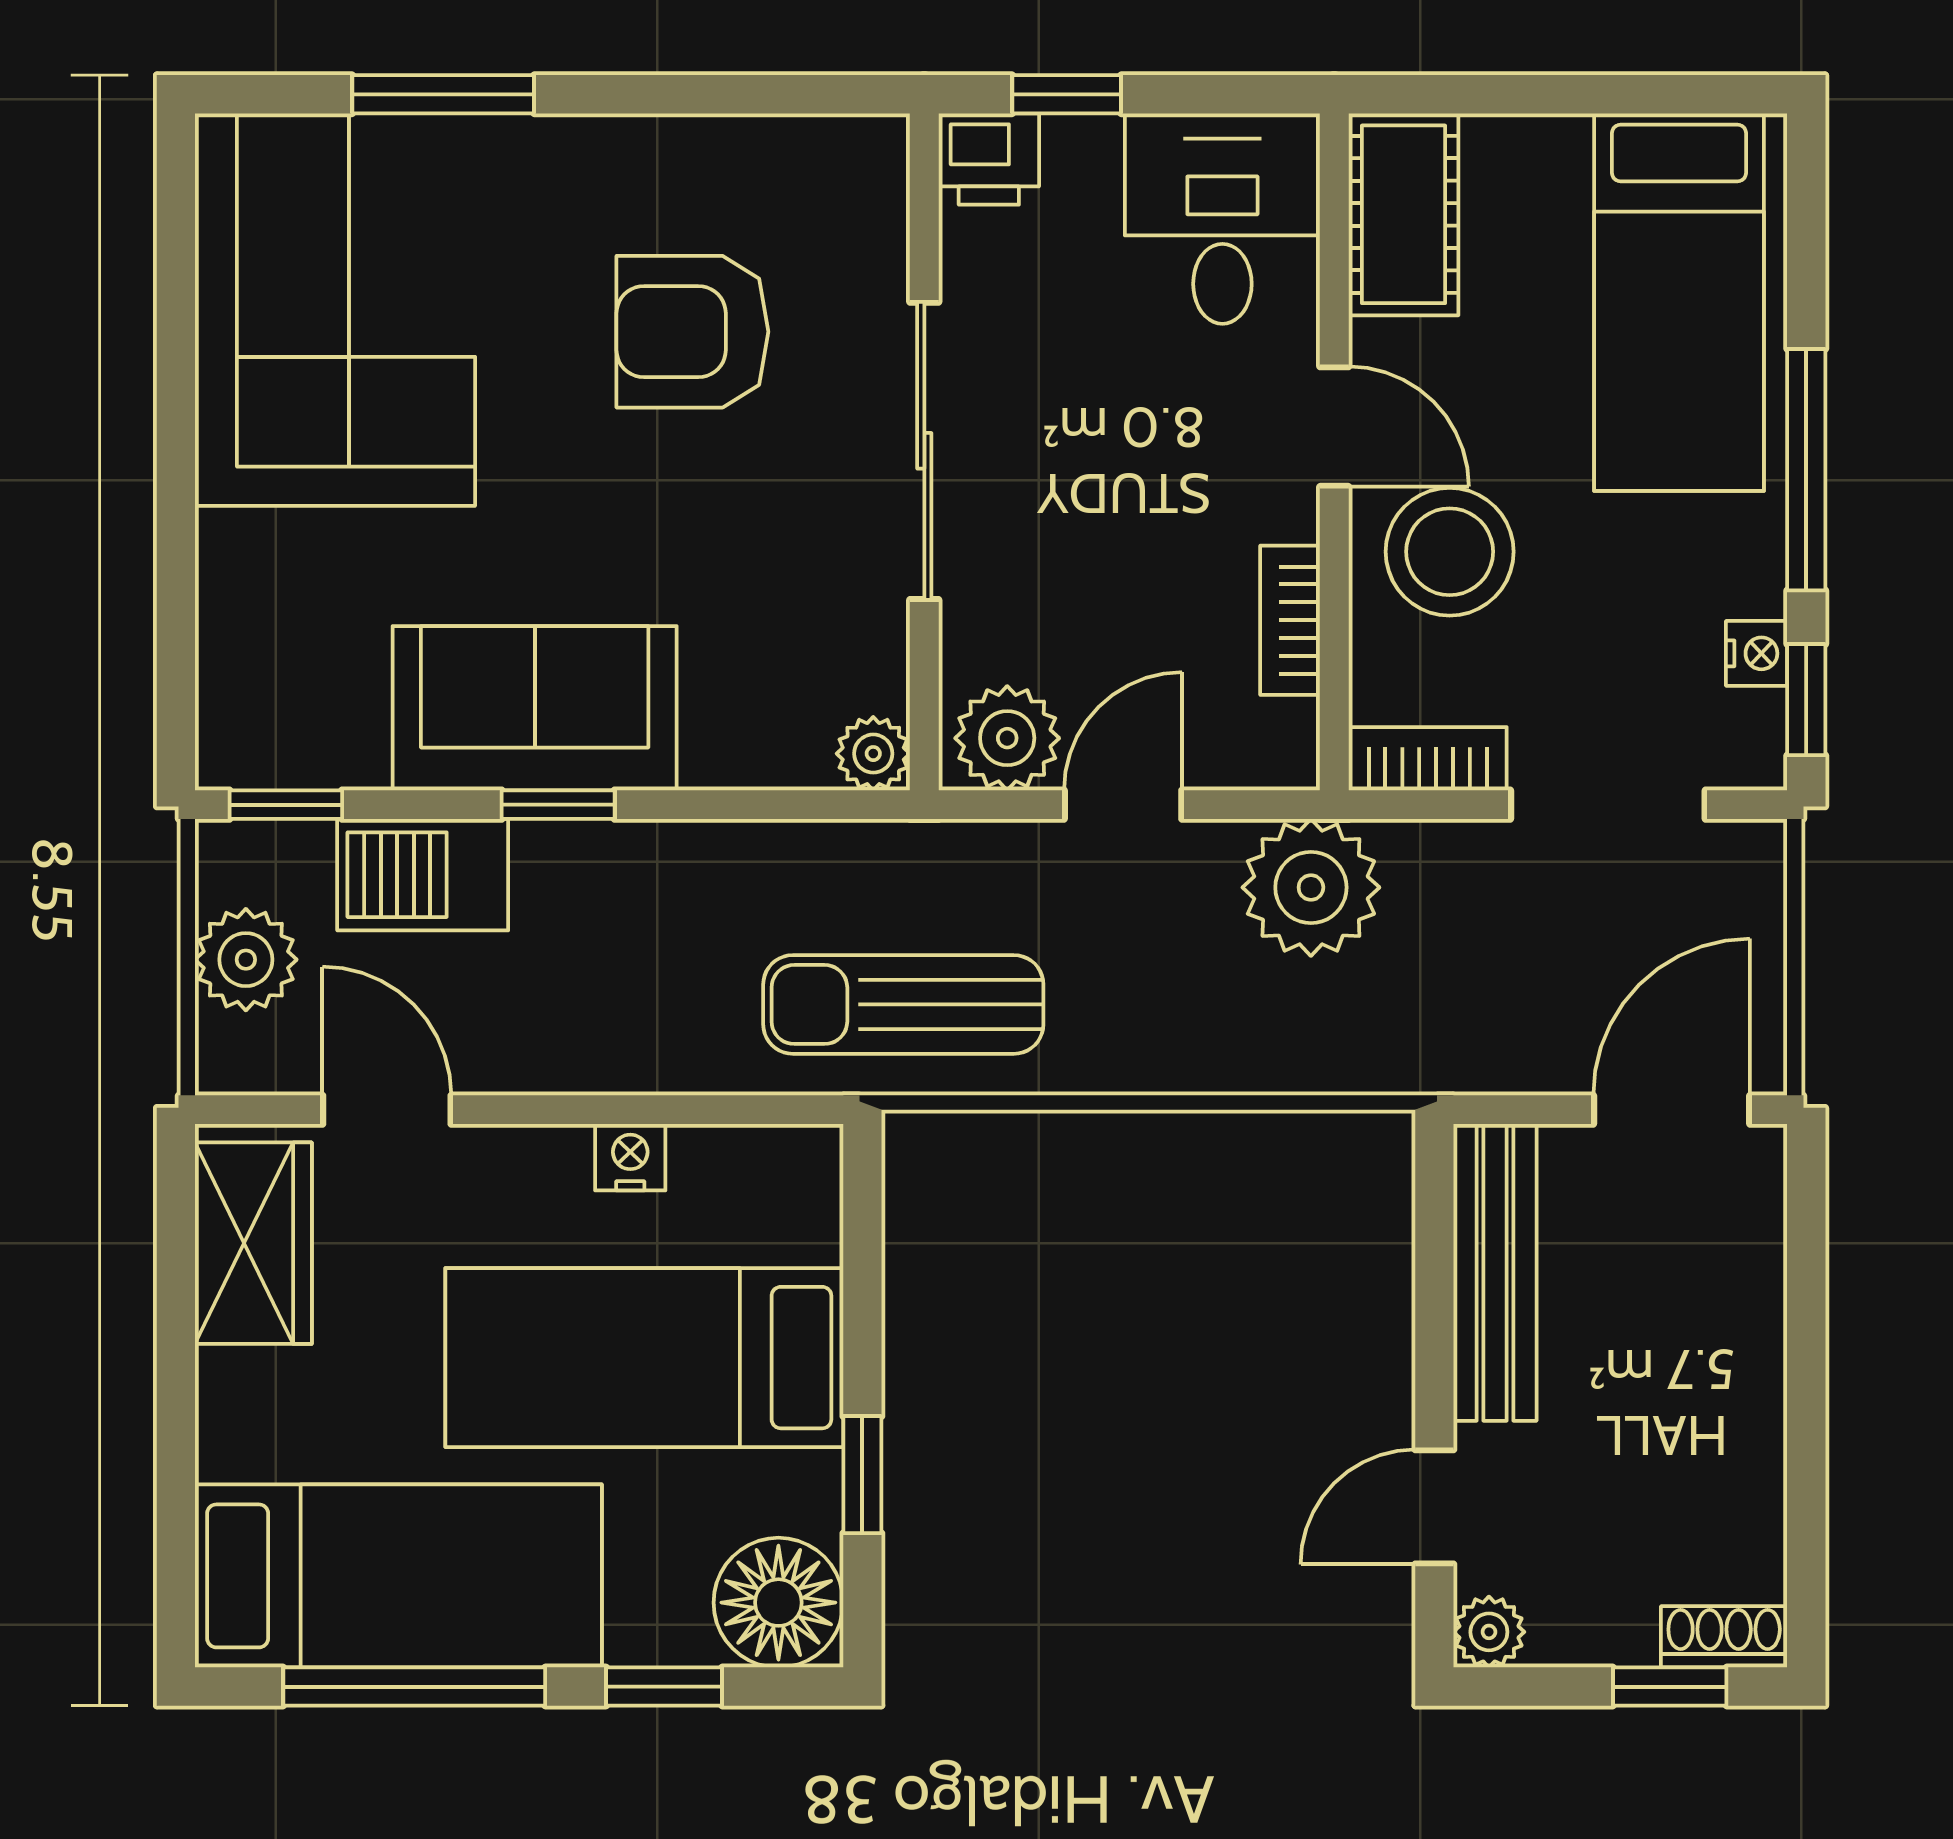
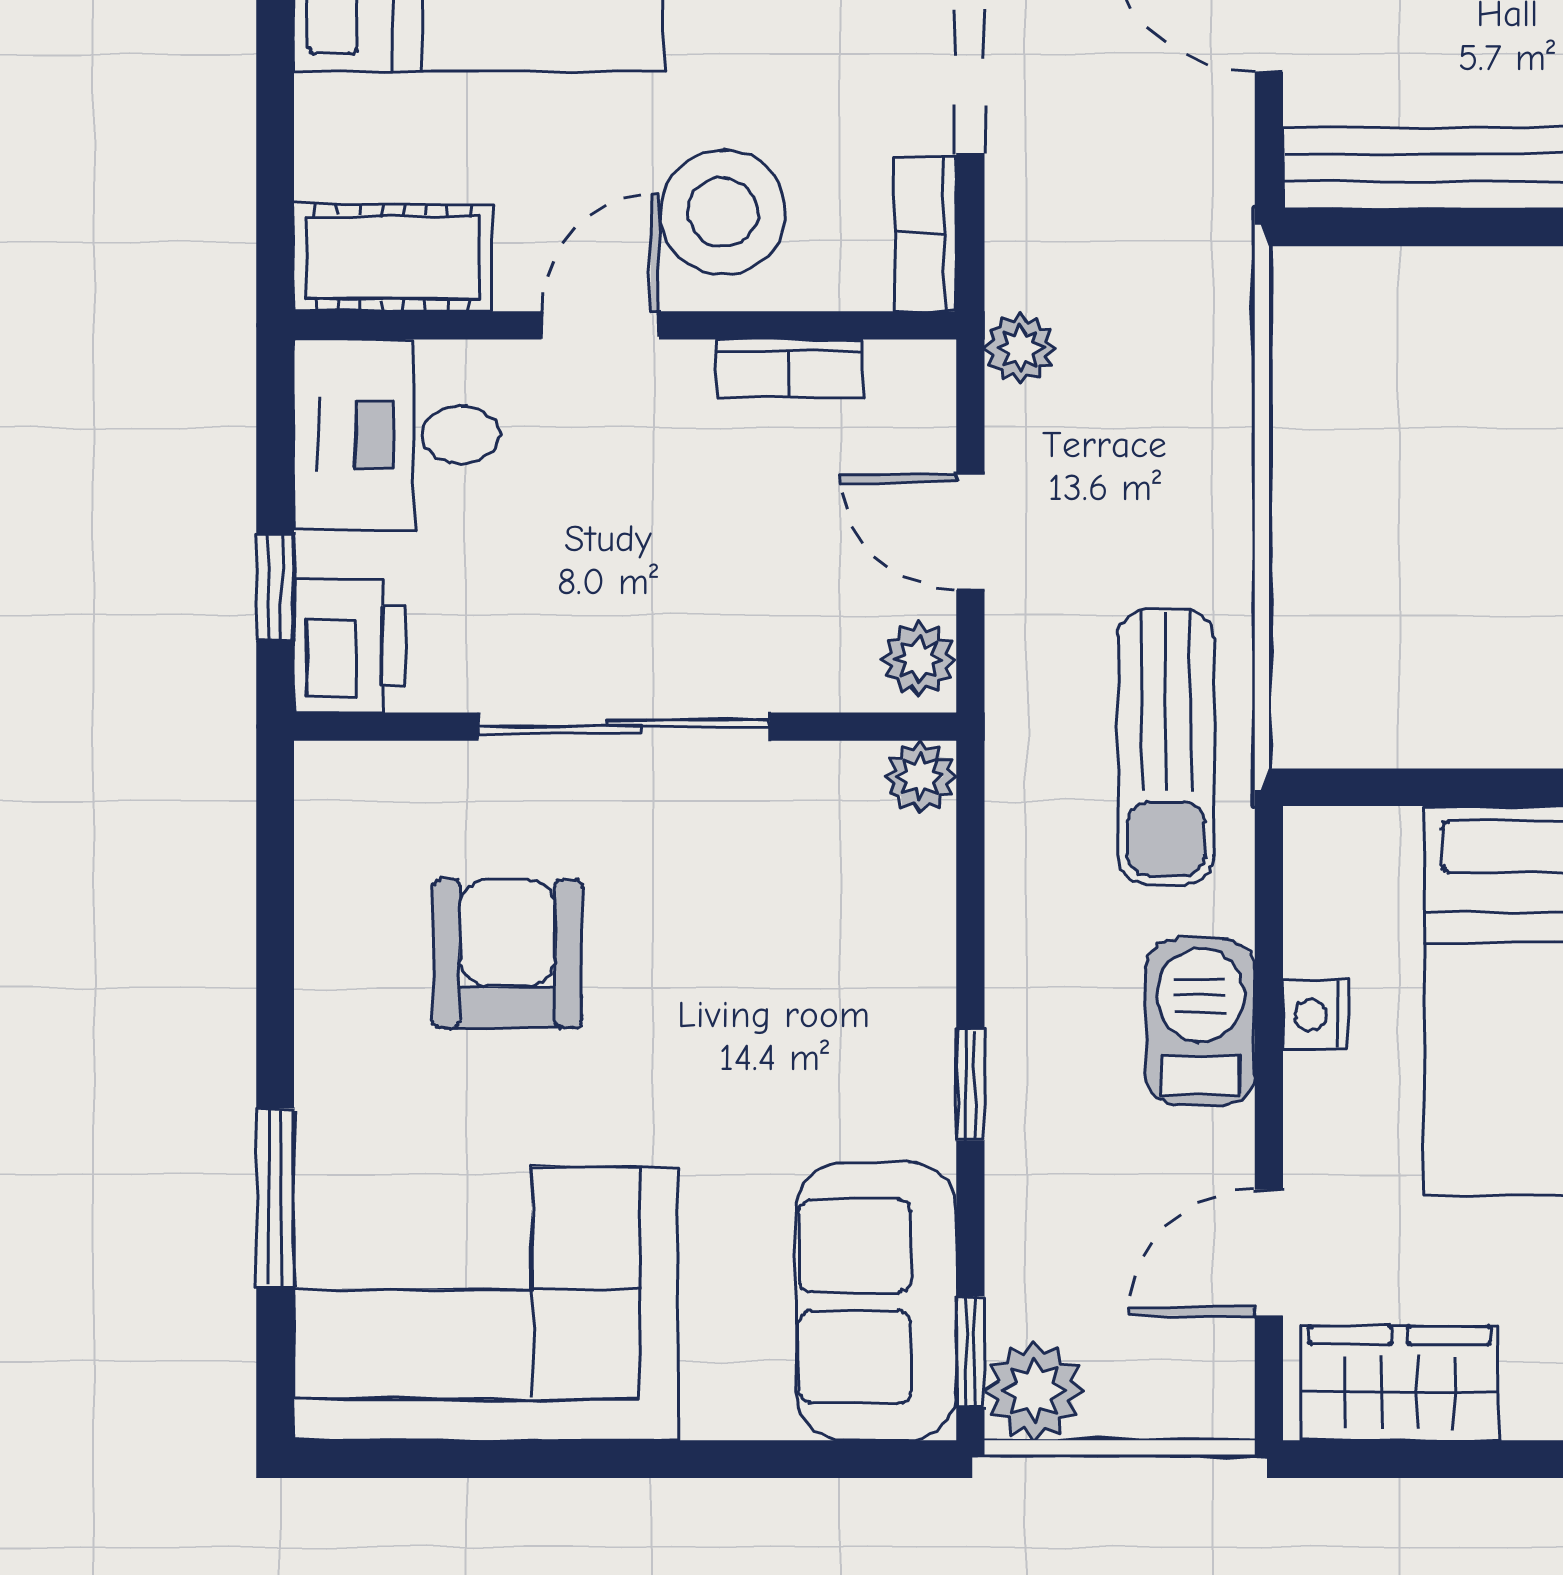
printer: (989, 159) -> (349, 646), width x1.36, depth x1.24
armchair: (692, 332) -> (507, 954), turned 180
sofa: (535, 708) -> (876, 1301), moved
plant: (1007, 738) -> (919, 659), width x0.73, depth x0.73
barbecue: (423, 875) -> (1200, 1022), moved, turned 180
plant: (1311, 887) -> (1020, 348), width x0.53, depth x0.53
plant: (246, 960) -> (1034, 1391), moved

